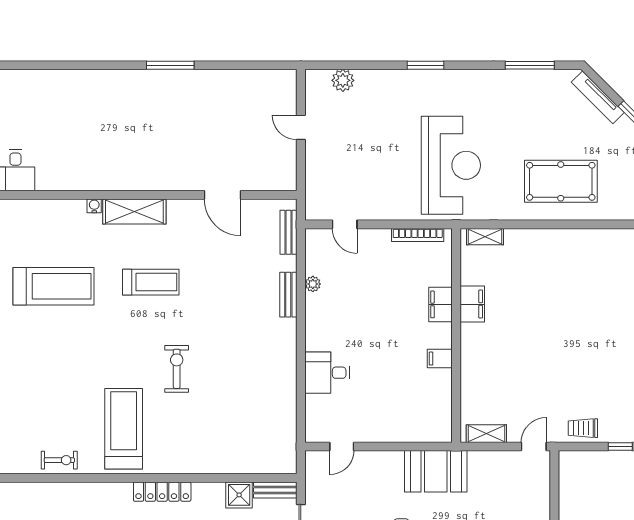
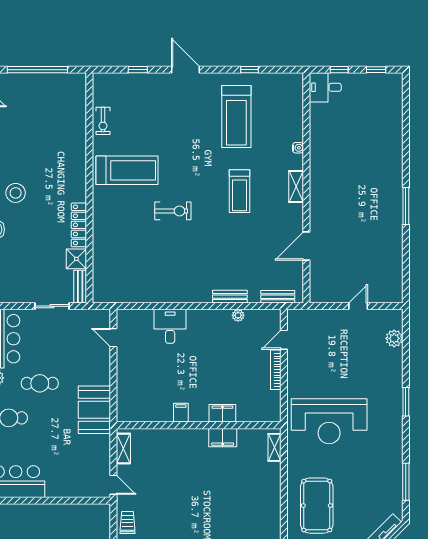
shelving: (134, 211) -> (296, 187), width x0.67, depth x0.75
bookcase: (418, 235) -> (276, 370), moved
locker: (162, 492) -> (79, 225), moved

